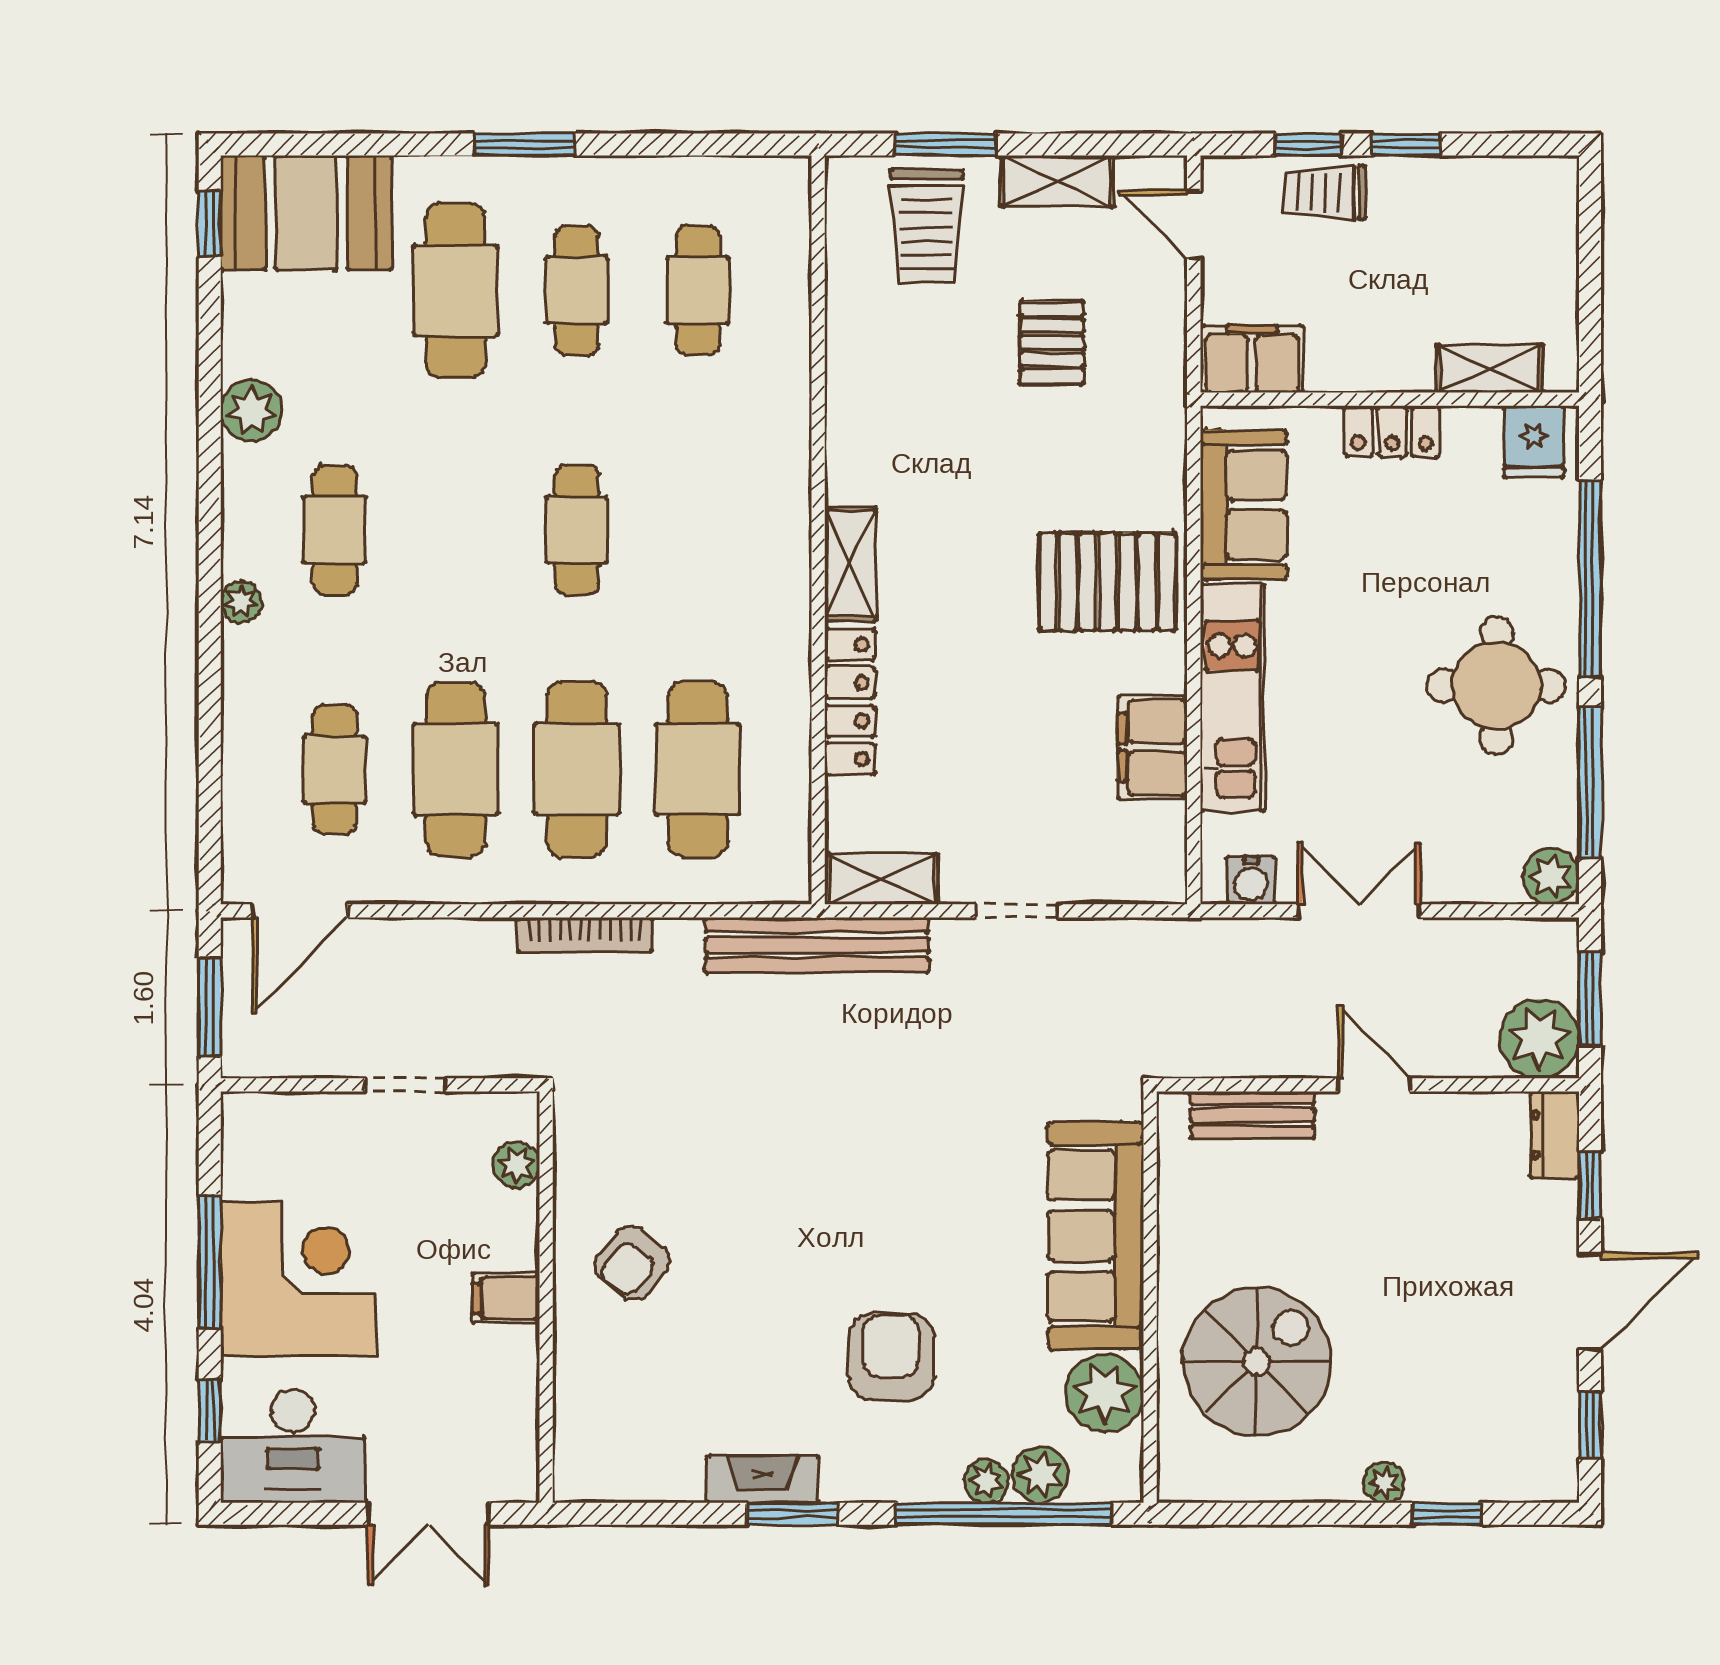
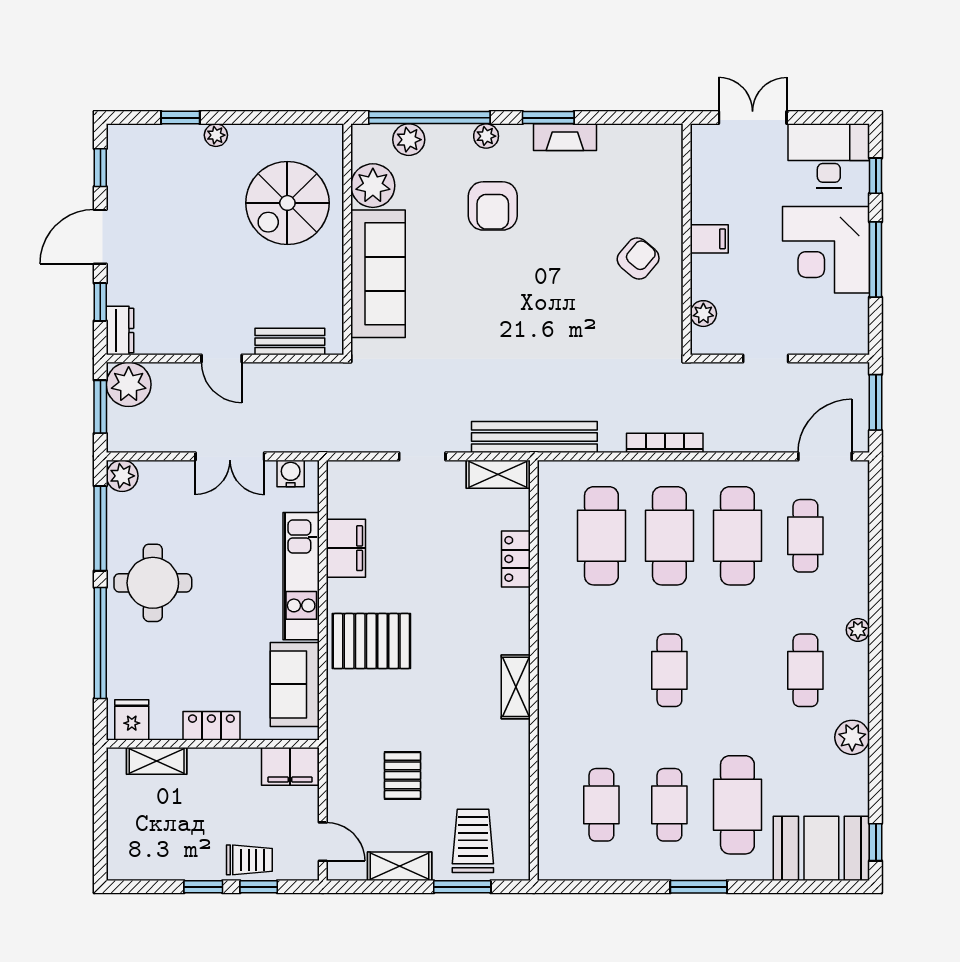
shelving: (850, 564) -> (516, 687), moved
locker: (850, 702) -> (516, 559), width x0.66
plant: (986, 1481) -> (486, 136), moved

